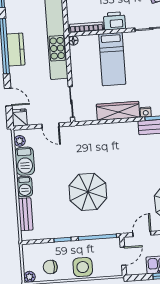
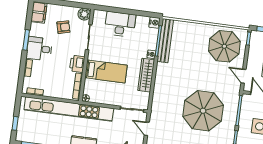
door: (50, 126) -> (147, 129), swing flipped
parasol: (88, 192) -> (203, 111), width x1.36, depth x1.36

